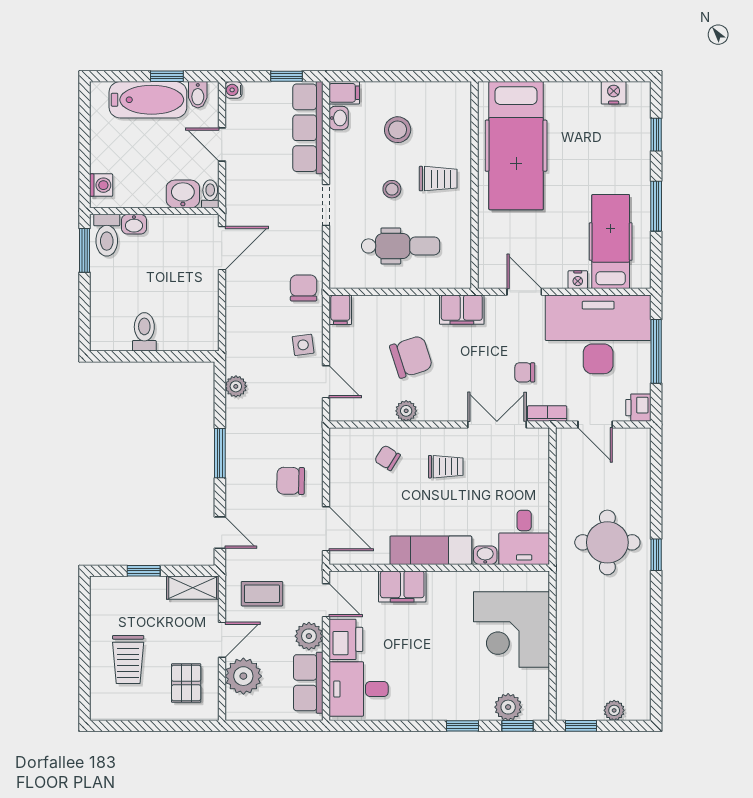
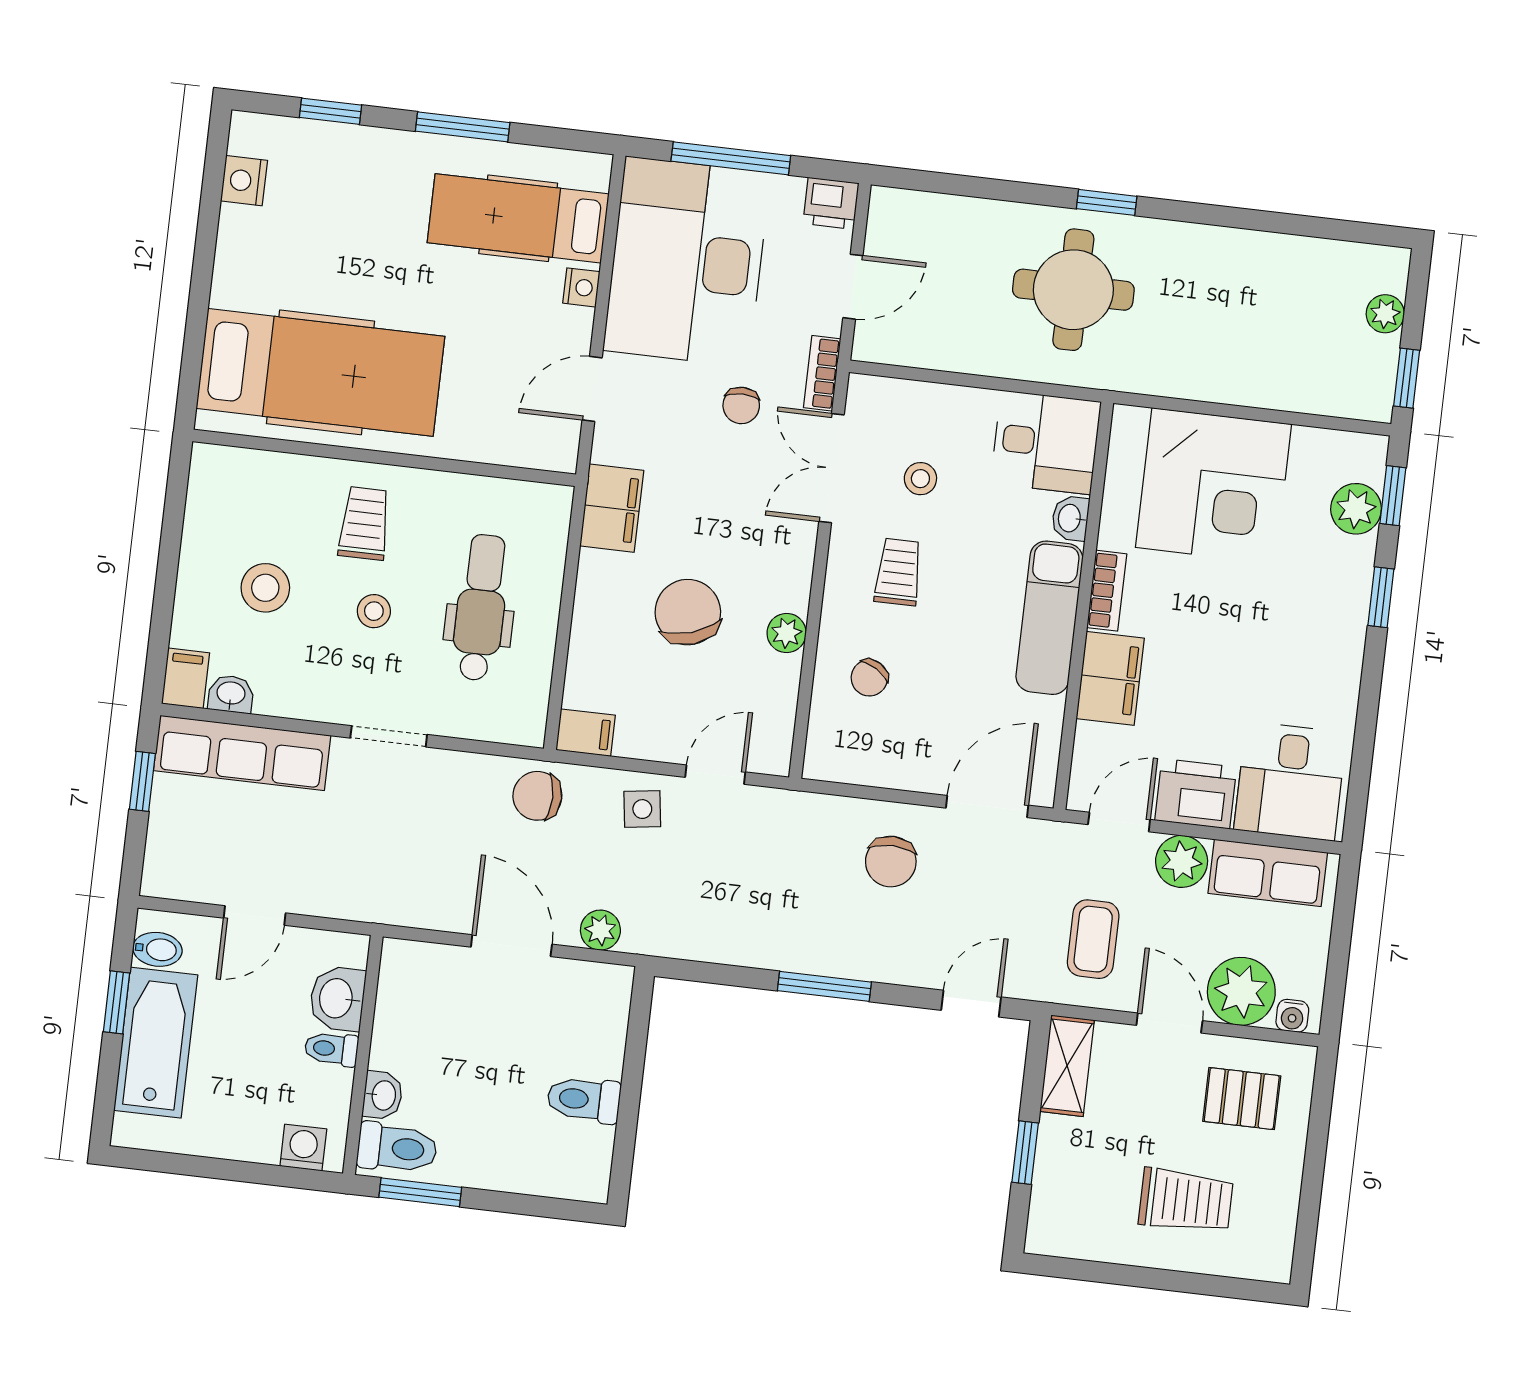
water cooler: (234, 90) -> (1292, 1016), moved
toilet: (210, 194) -> (331, 1049), moved
door: (222, 248) -> (511, 946), moved
plant: (236, 386) -> (600, 930), moved
stool: (497, 473) -> (920, 479), added
bookcase: (449, 579) -> (1107, 591), added

